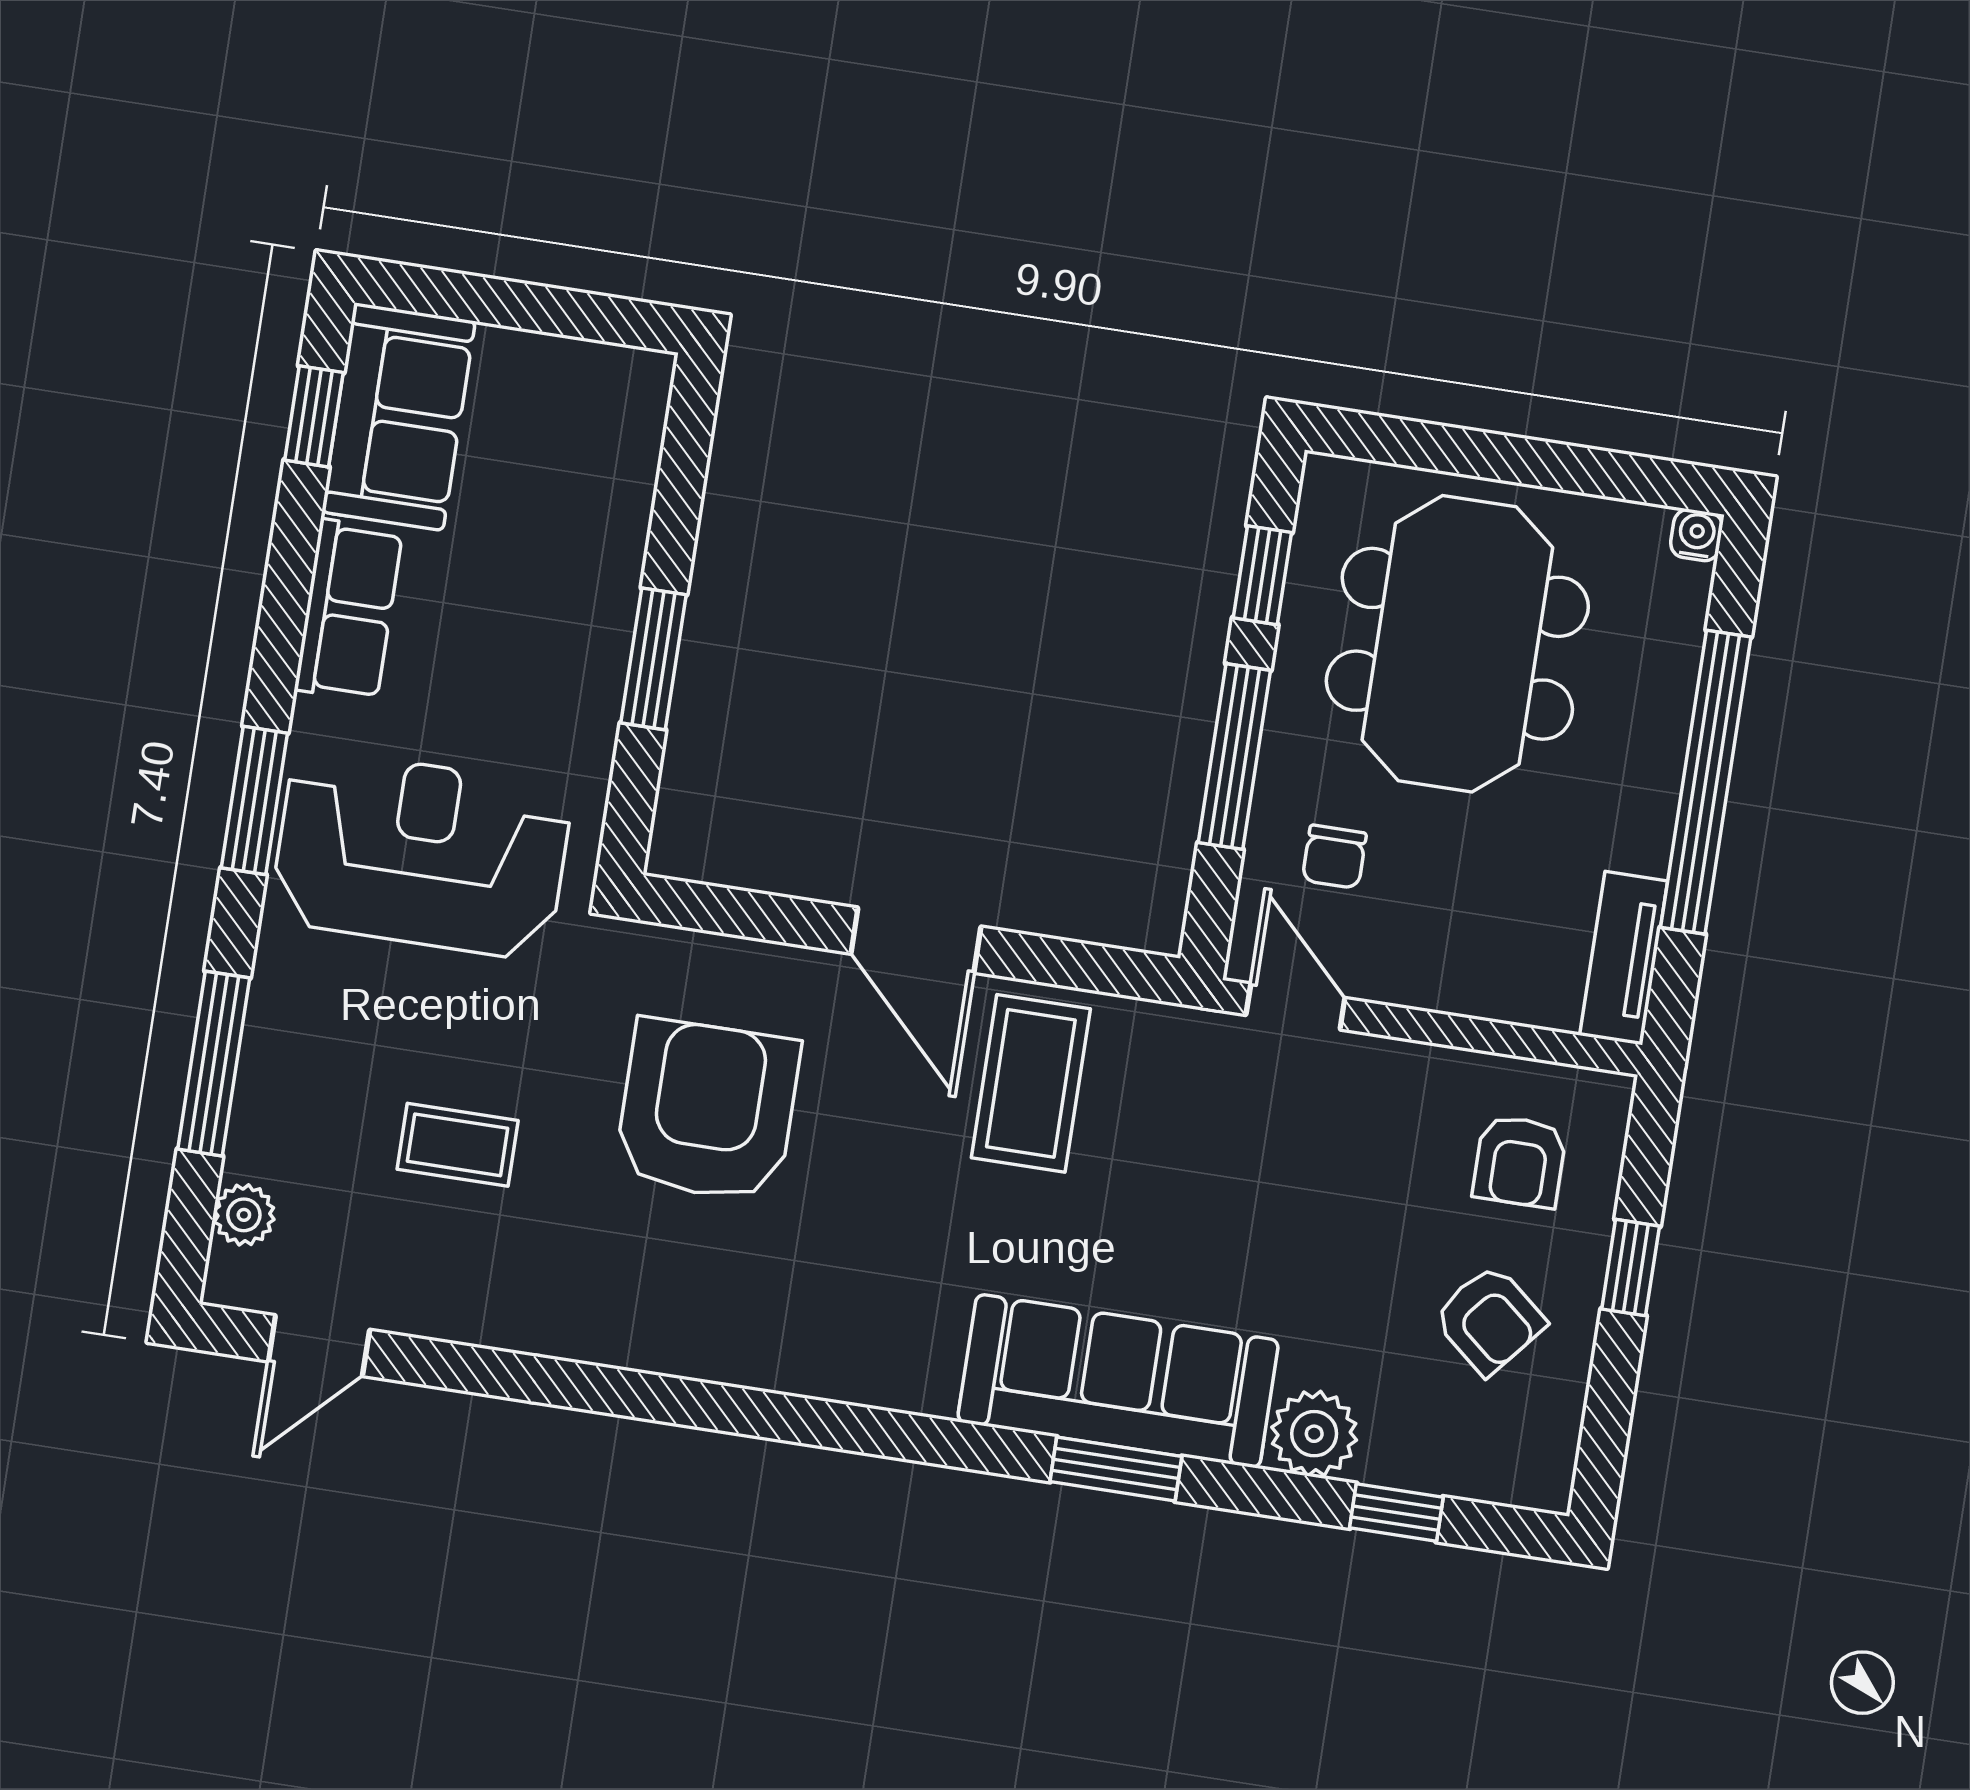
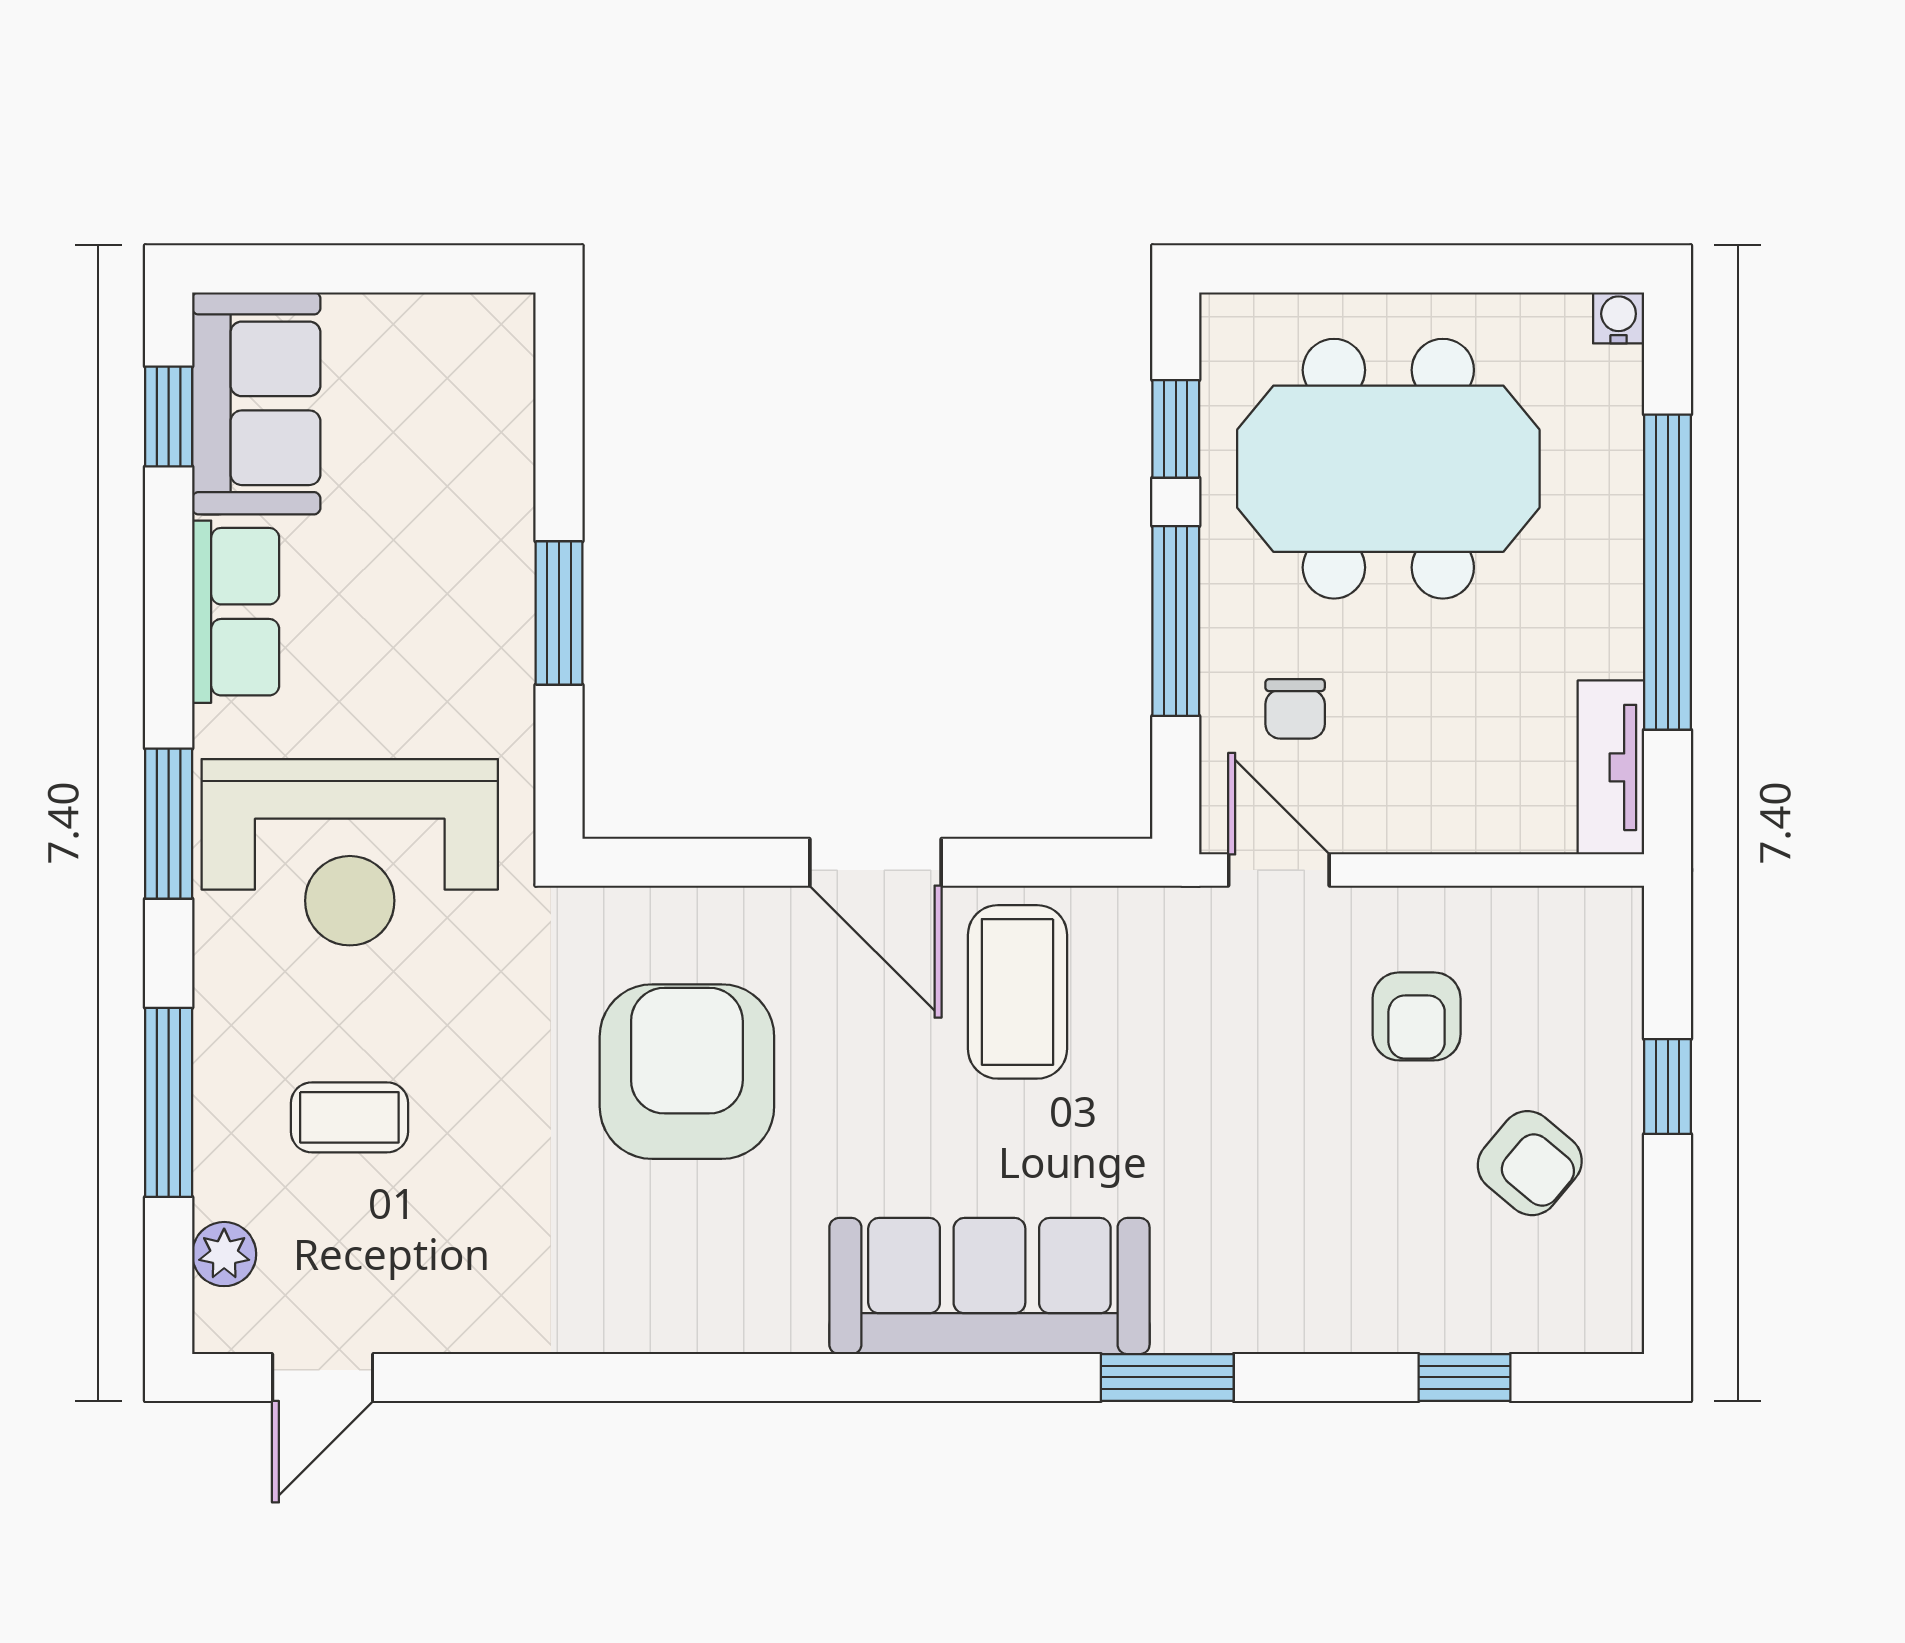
meeting table: (1457, 644) -> (1388, 469), turned 90
reception desk: (421, 854) -> (350, 852), turned 180
coffee table: (458, 1145) -> (349, 1117), moved
armchair: (1520, 1161) -> (1417, 1016), moved
sofa: (1118, 1381) -> (989, 1286), moved
plant: (1314, 1434) -> (1367, 1309), removed

